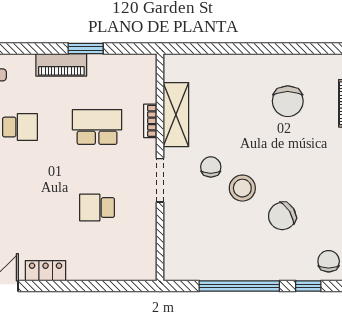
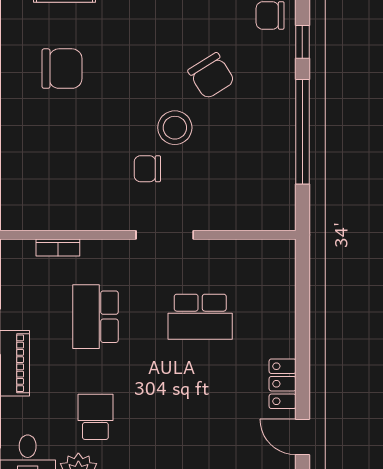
shelving: (176, 115) -> (79, 214), removed
bookcase: (150, 121) -> (58, 247), moved
school desk: (97, 208) -> (200, 317), width x1.85

